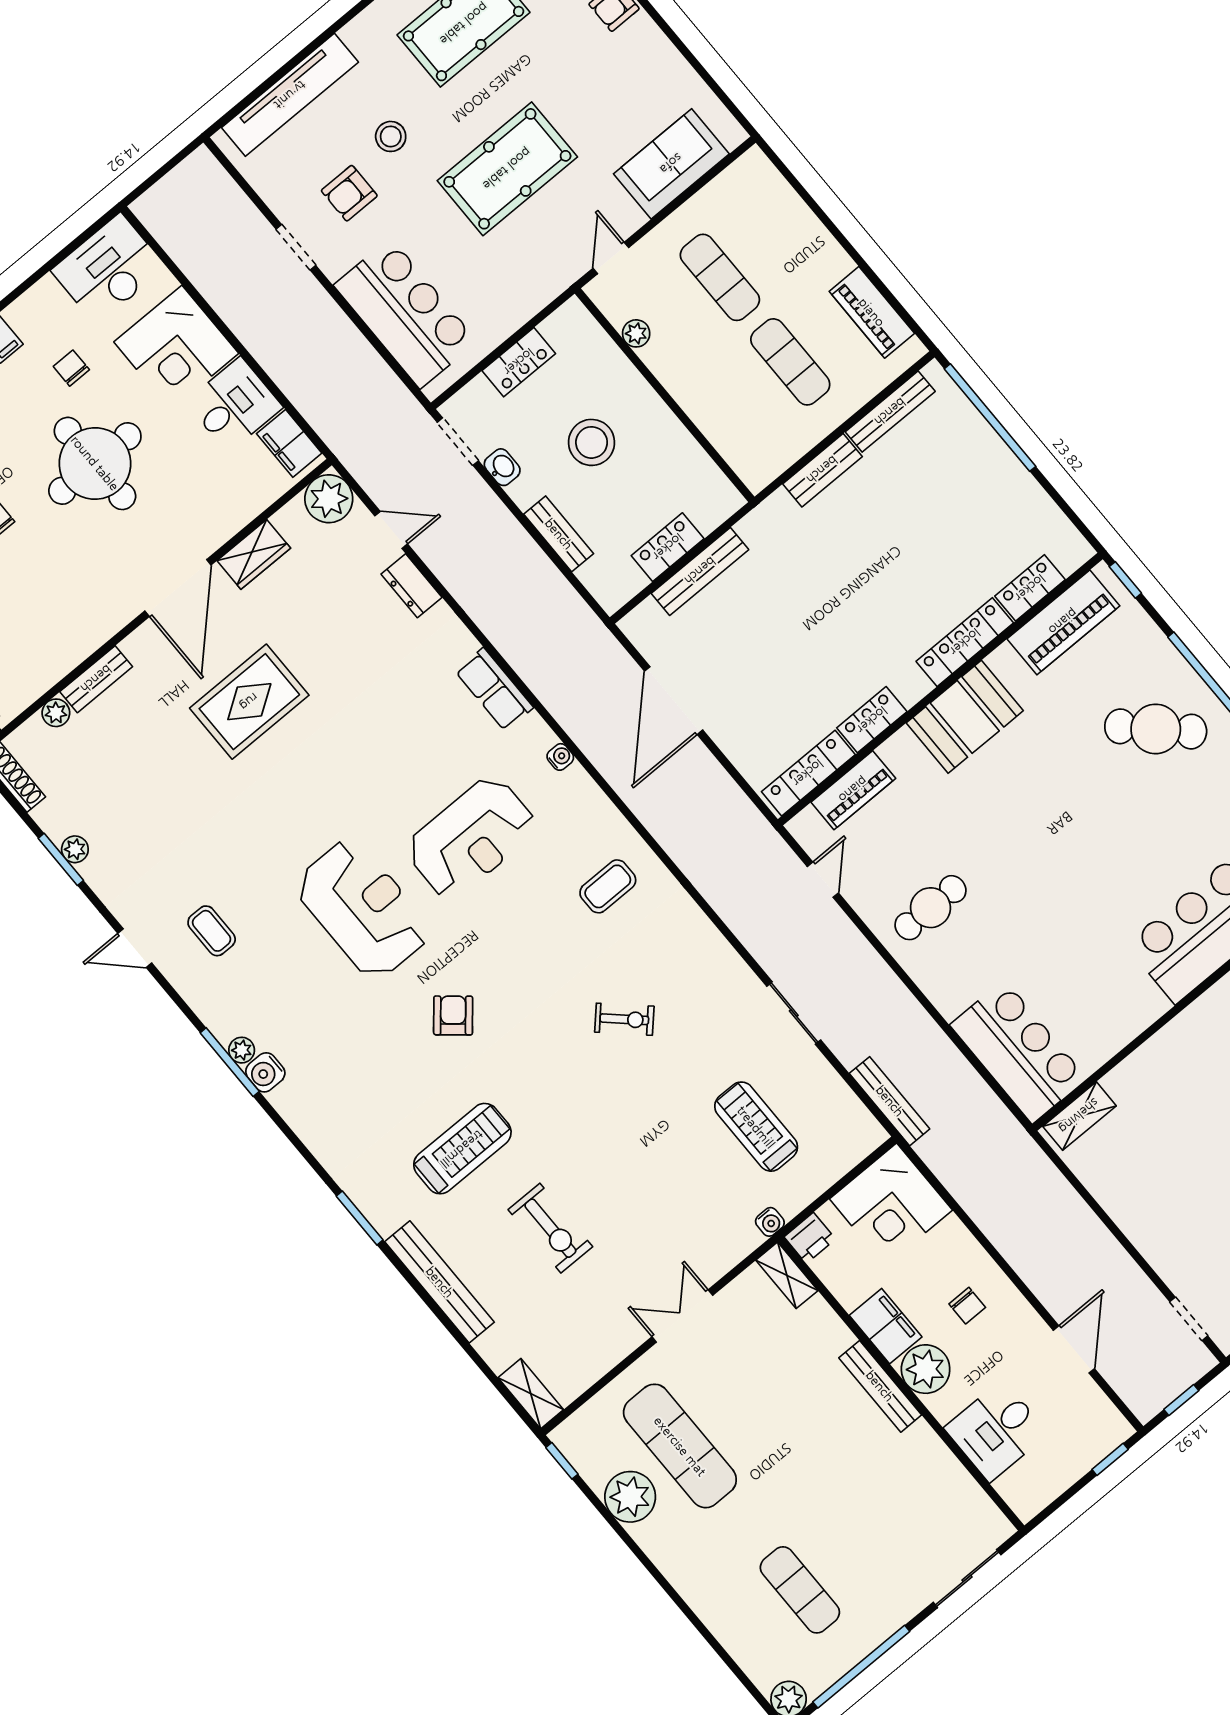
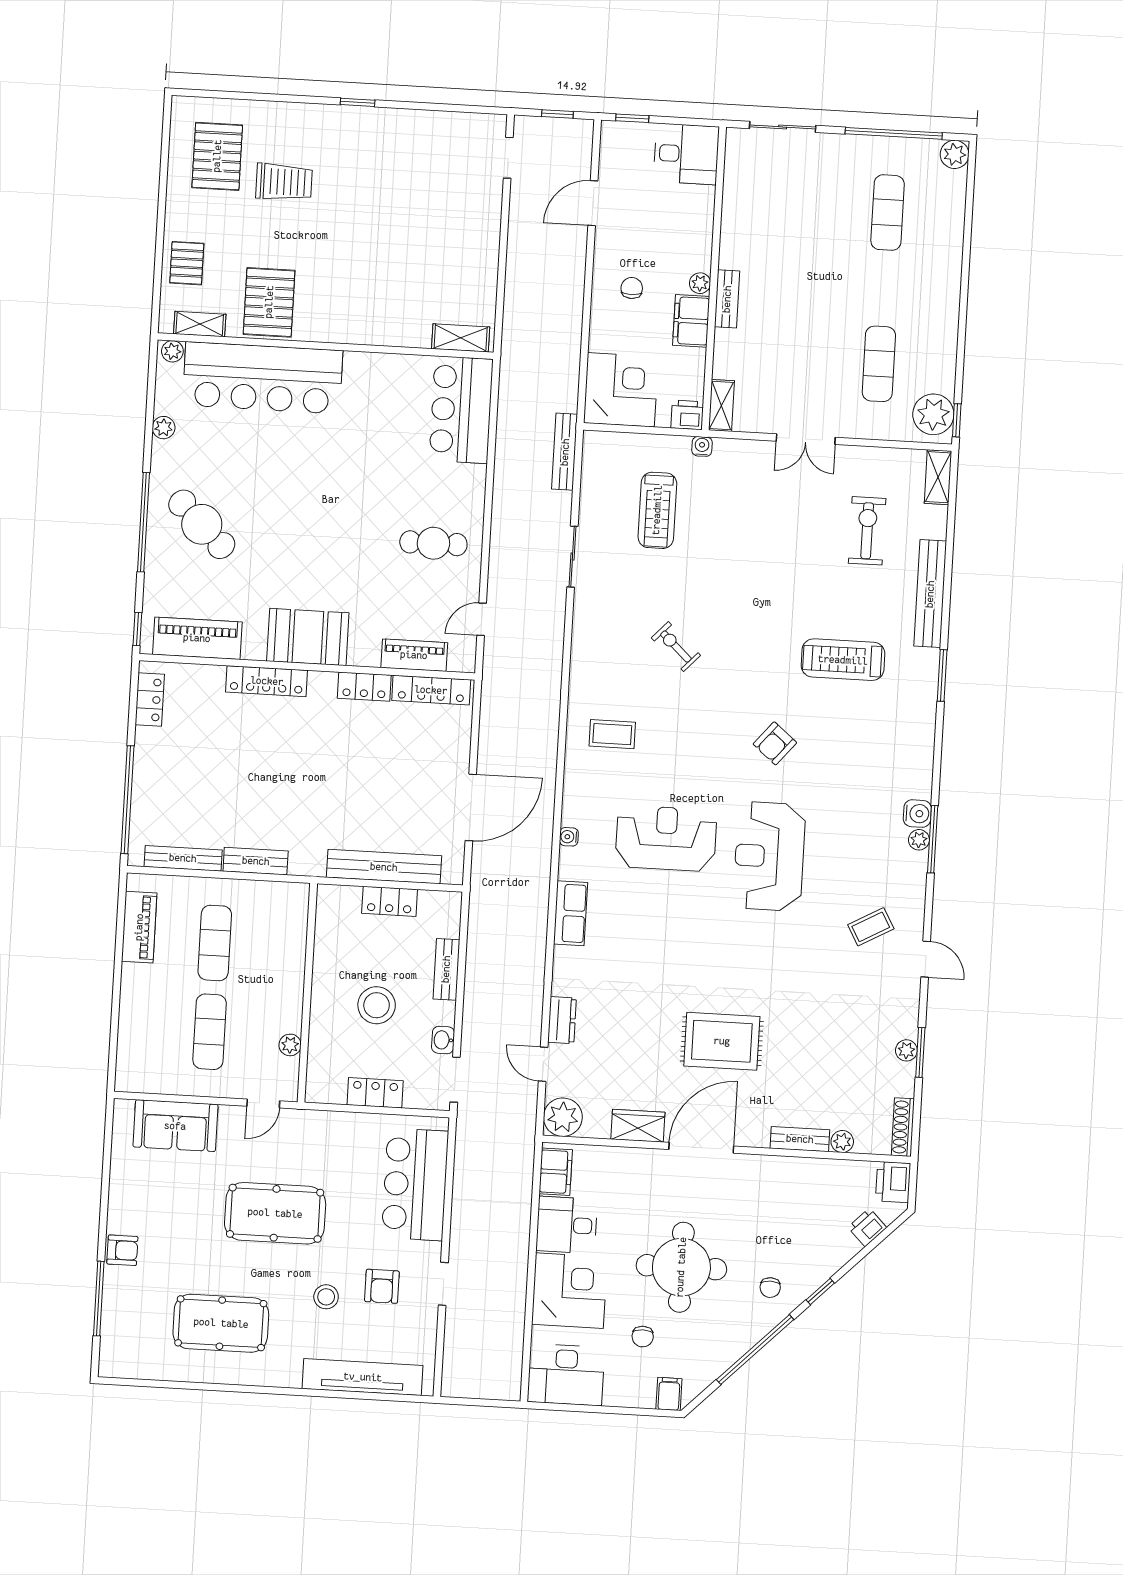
armchair: (349, 193) -> (382, 1286), turned 90
bench: (700, 571) -> (384, 867), width x1.37, depth x1.21
locker: (1030, 588) -> (150, 700), moved, turned -90
coffee table: (212, 931) -> (871, 927), turned 61
exercise bike: (550, 1228) -> (867, 531), moved
plant: (926, 1369) -> (700, 283), width x0.53, depth x0.53
bench: (880, 1386) -> (727, 299), width x0.73
desk: (996, 1431) -> (686, 154), moved
exercise mat: (680, 1446) -> (879, 364), width x0.73, depth x0.69
plant: (630, 1497) -> (933, 414), moved

